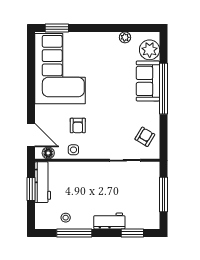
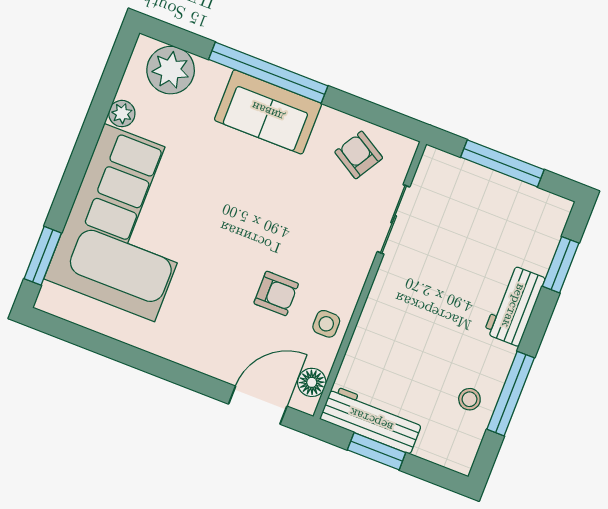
corner sofa: (60, 69) -> (129, 223), moved, turned 90
sofa: (148, 81) -> (268, 112), moved

